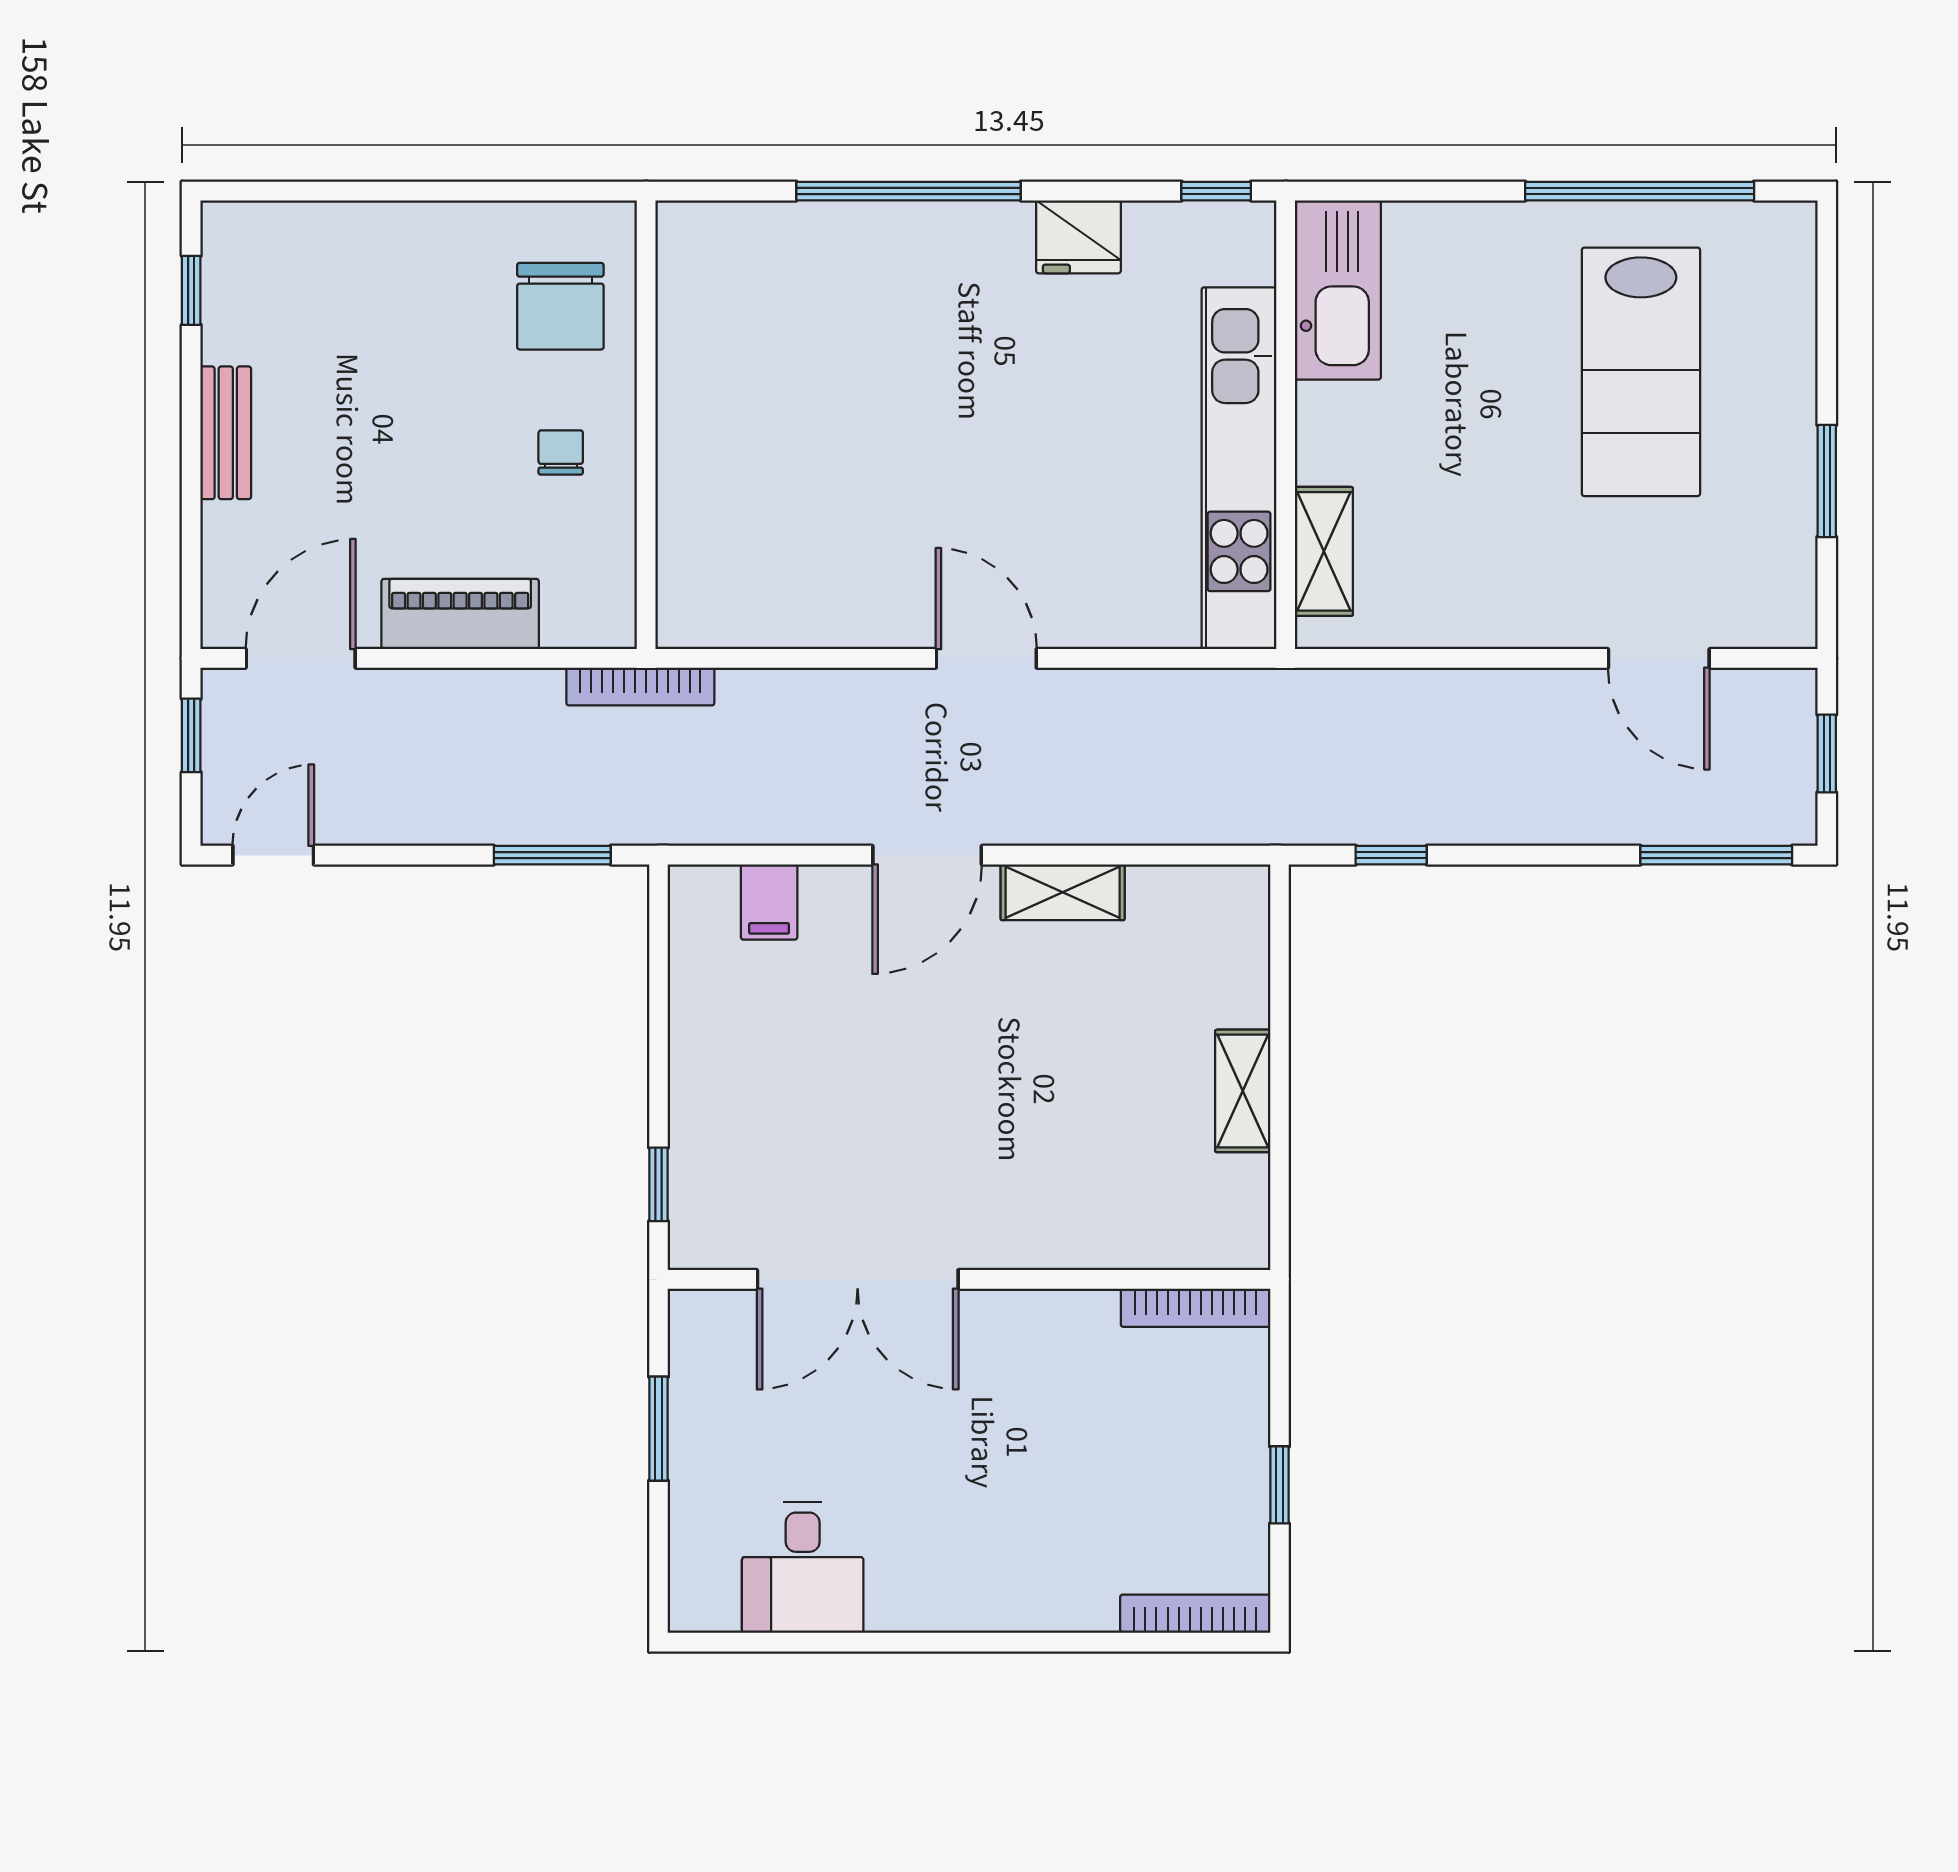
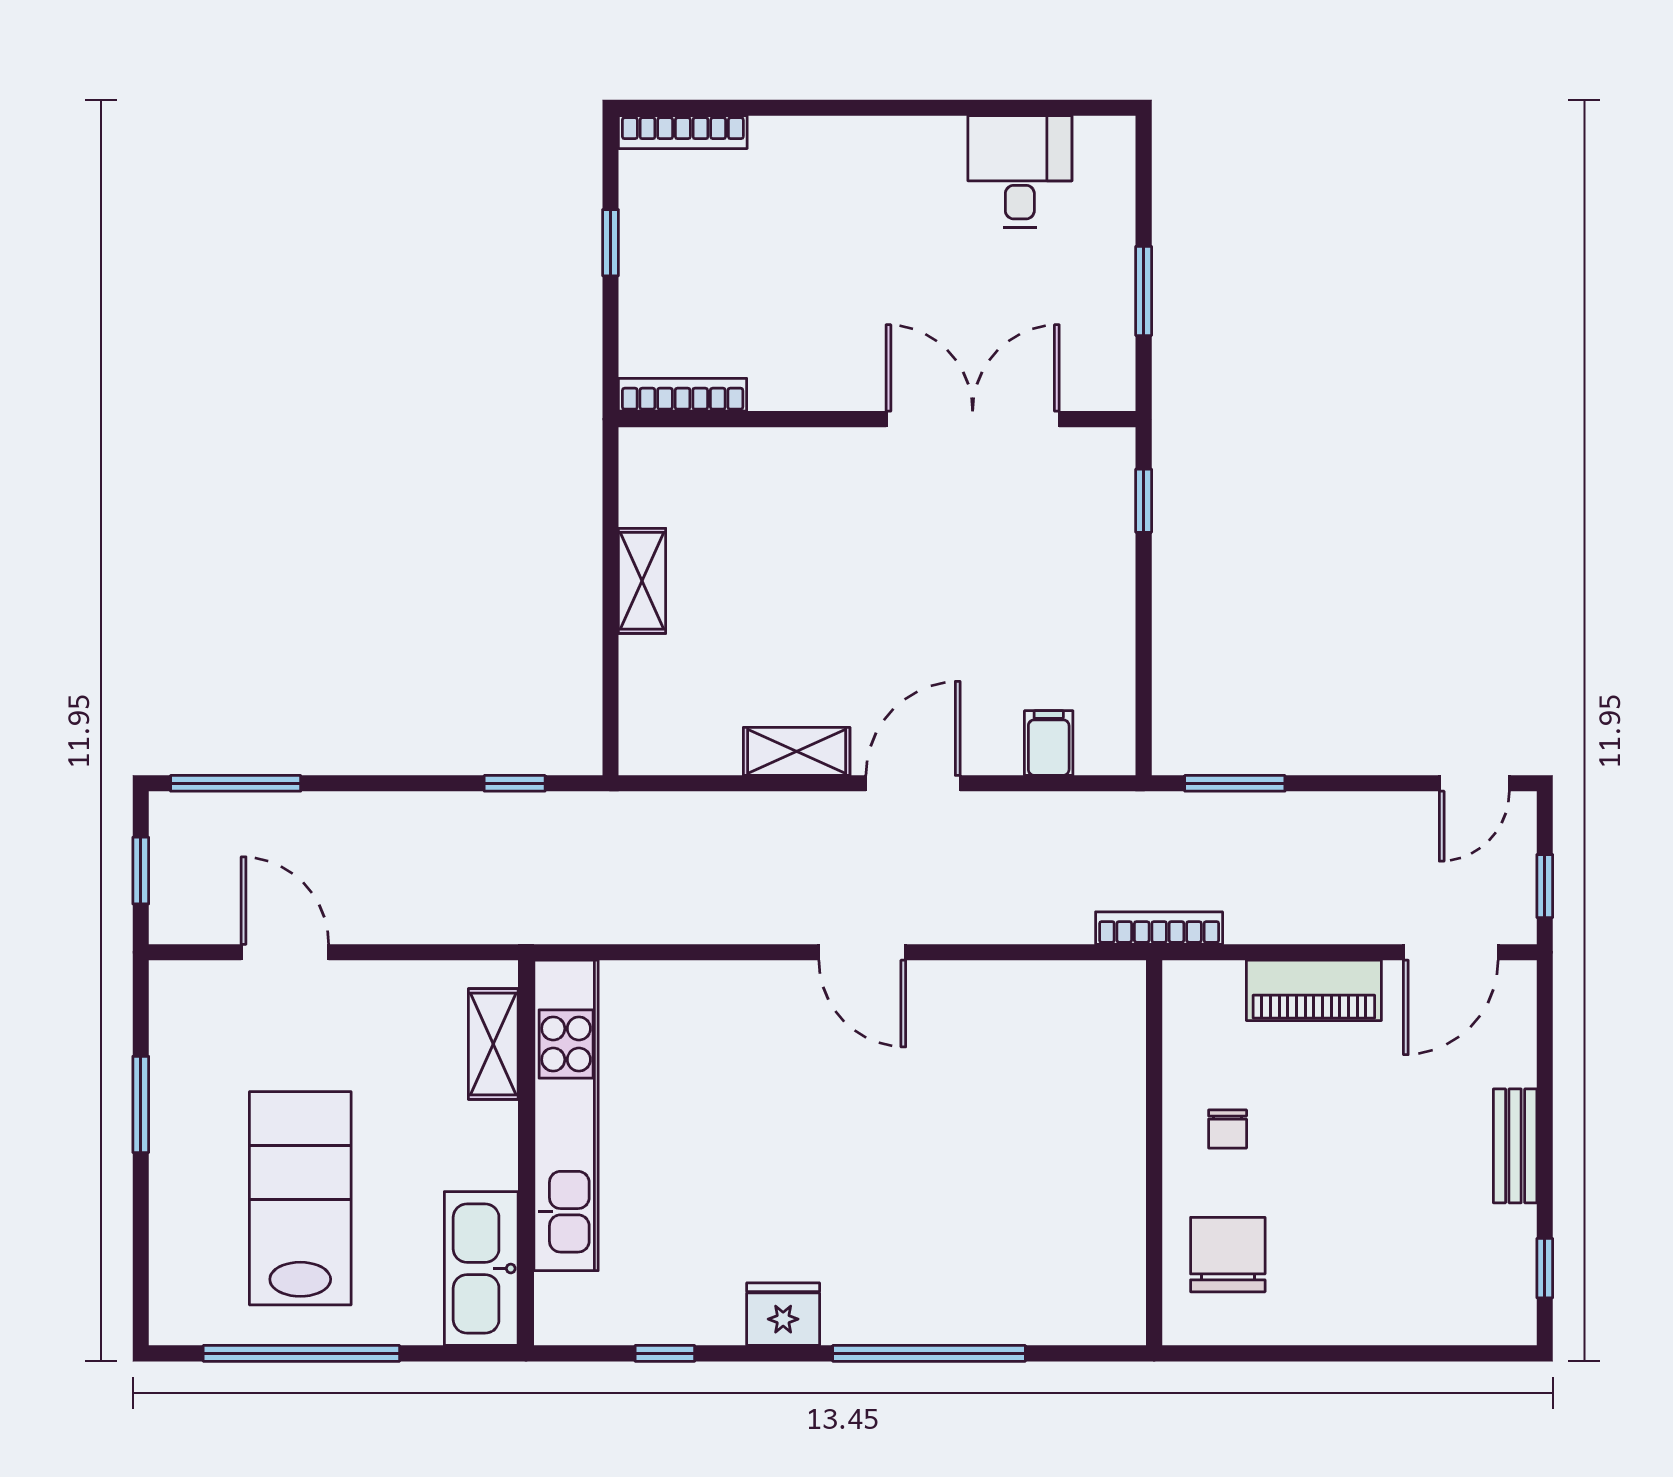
kitchen sink: (1338, 290) -> (481, 1269), moved
wall: (1286, 425) -> (526, 1153), moved
kitchen unit: (1239, 468) -> (566, 1115), moved
shelving: (1324, 551) -> (493, 1044), moved

